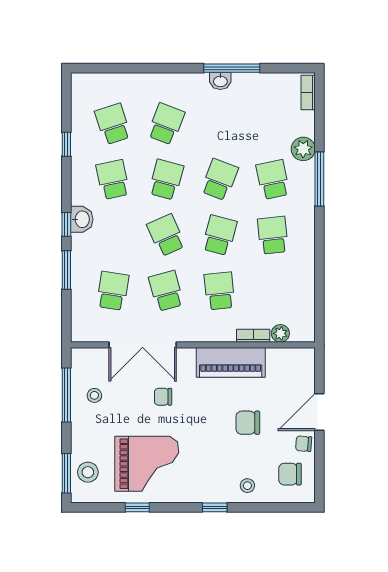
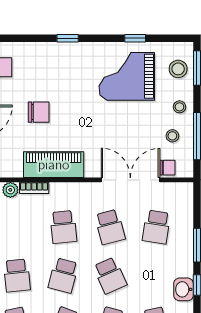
chair: (163, 397) -> (167, 168), moved
stool: (247, 486) -> (179, 107), moved

